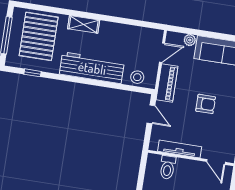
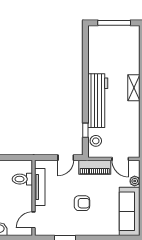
pallet: (39, 36) -> (118, 51), removed
window: (32, 73) -> (85, 130), moved
armchair: (206, 104) -> (82, 203), turned -90

